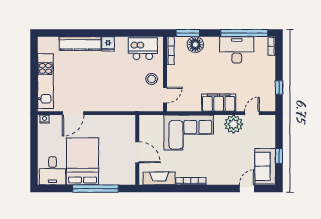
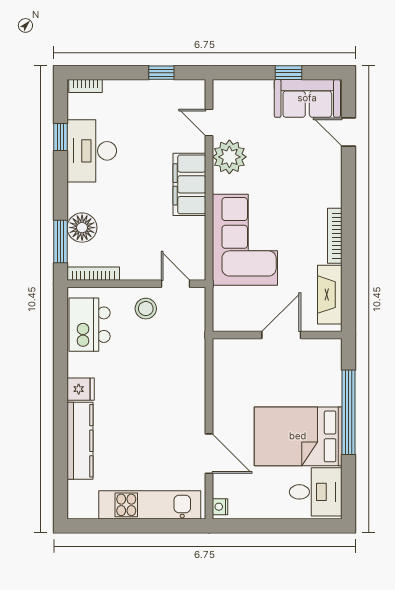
window: (244, 33) -> (60, 137), width x0.32

